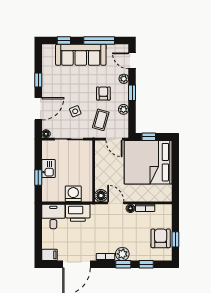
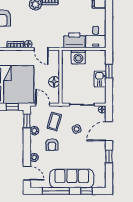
window: (132, 93) -> (27, 121), moved
floor lamp: (101, 196) -> (54, 82), moved

